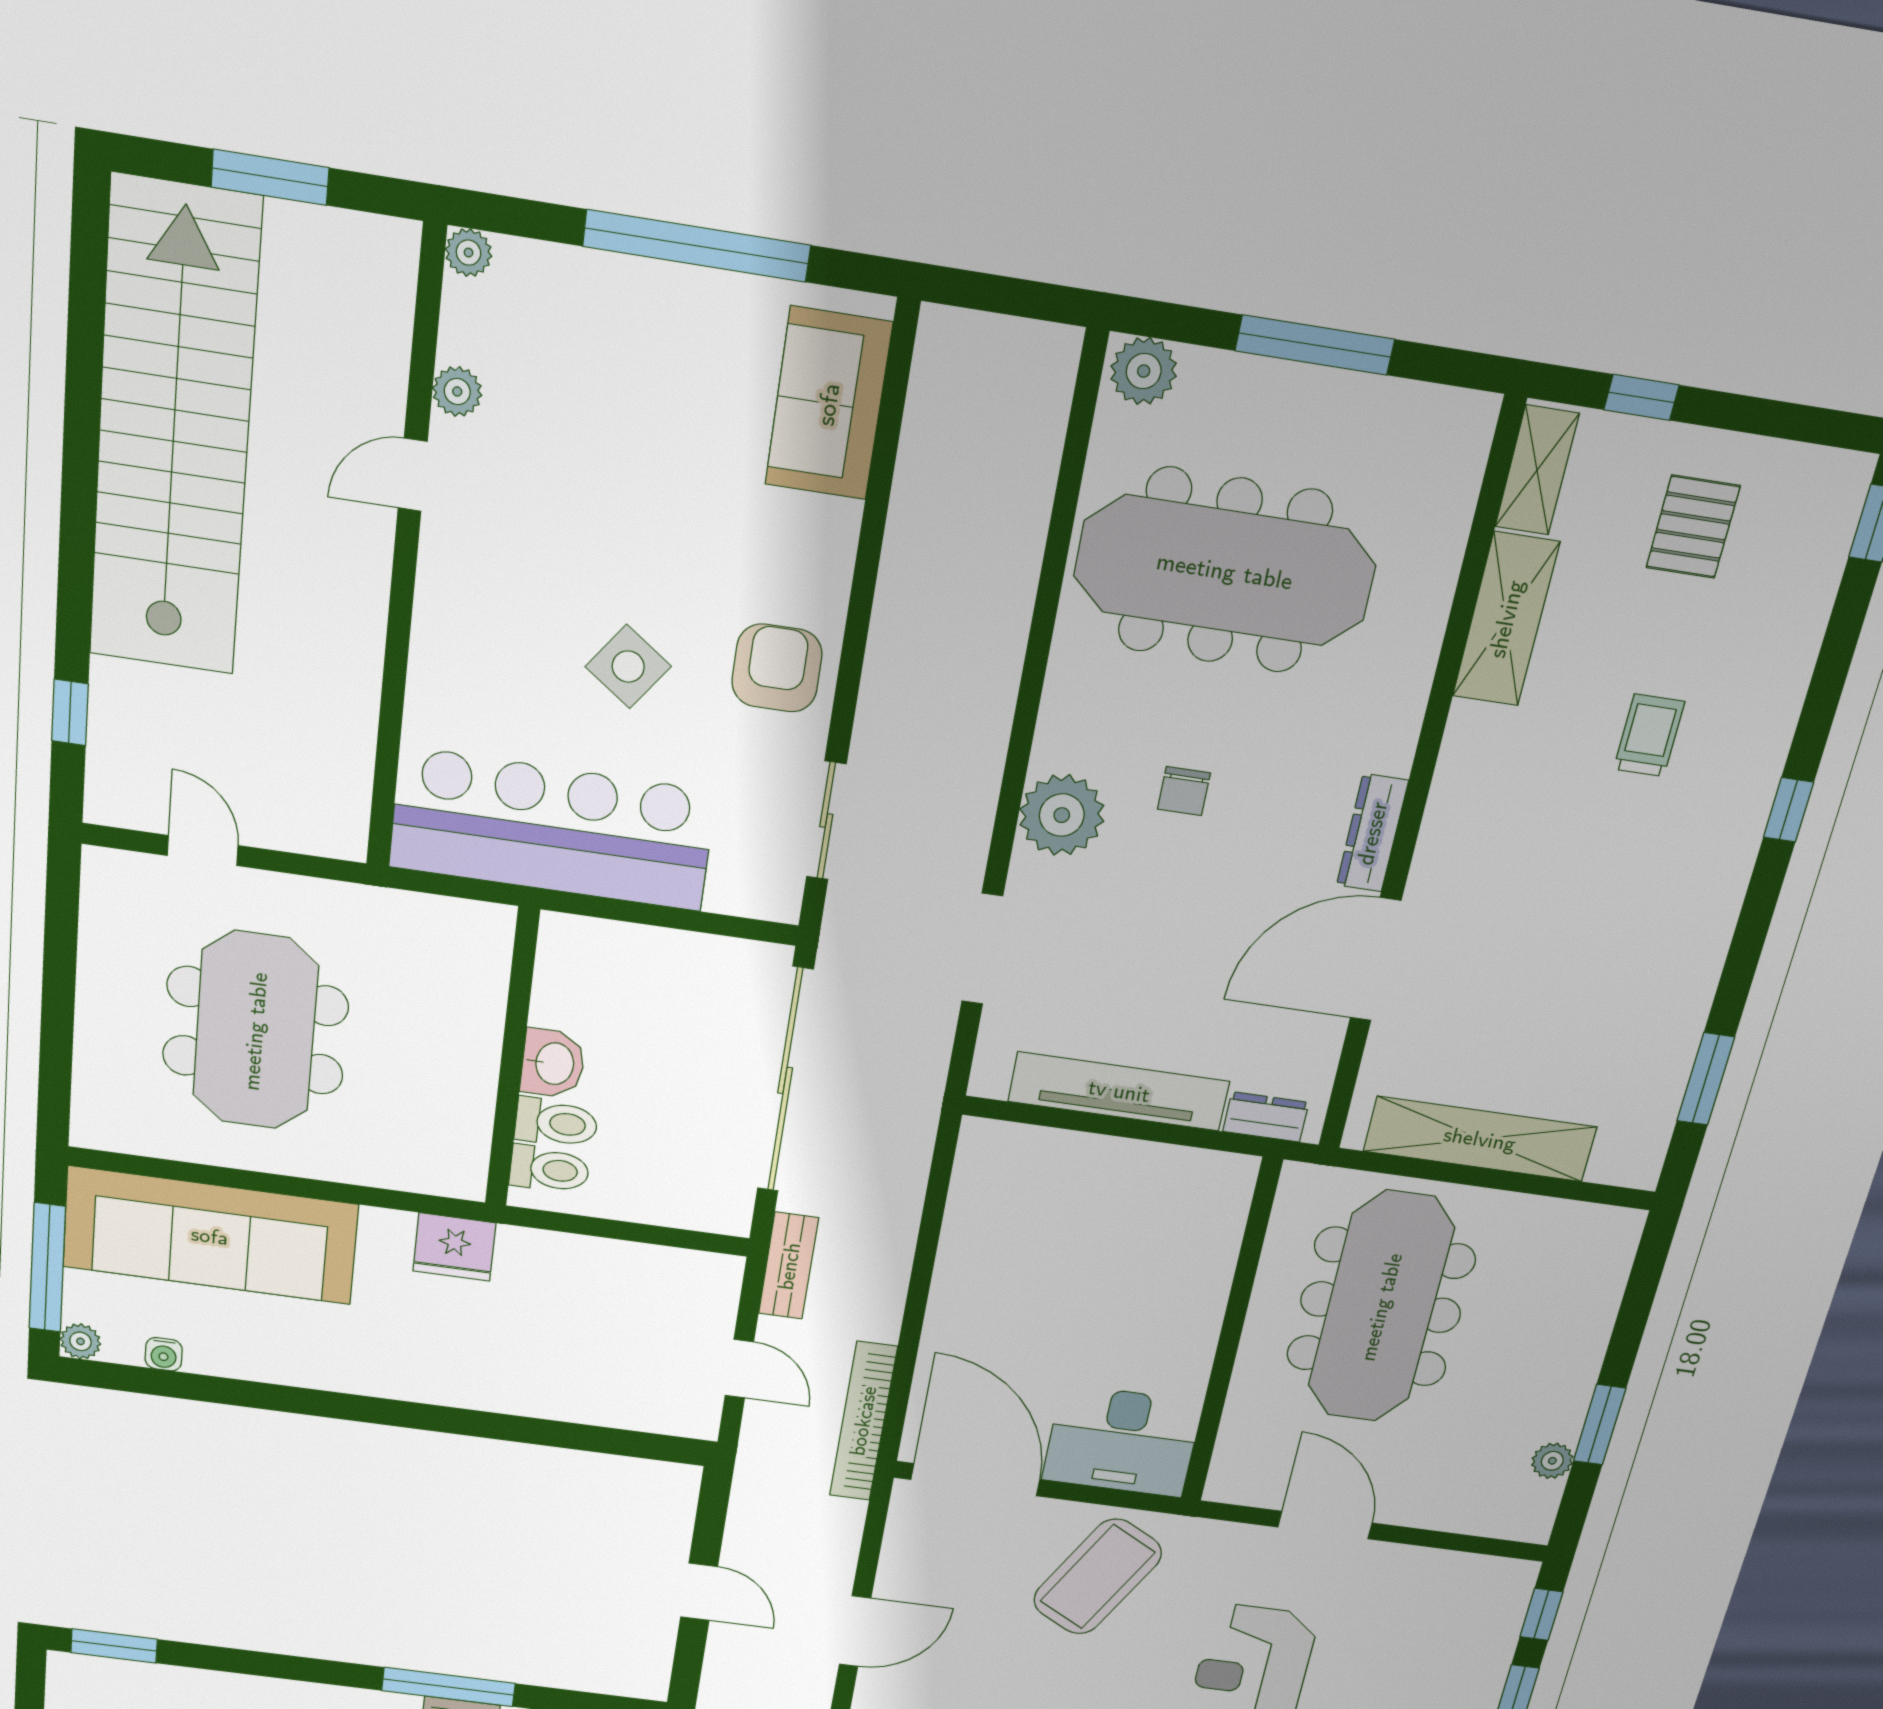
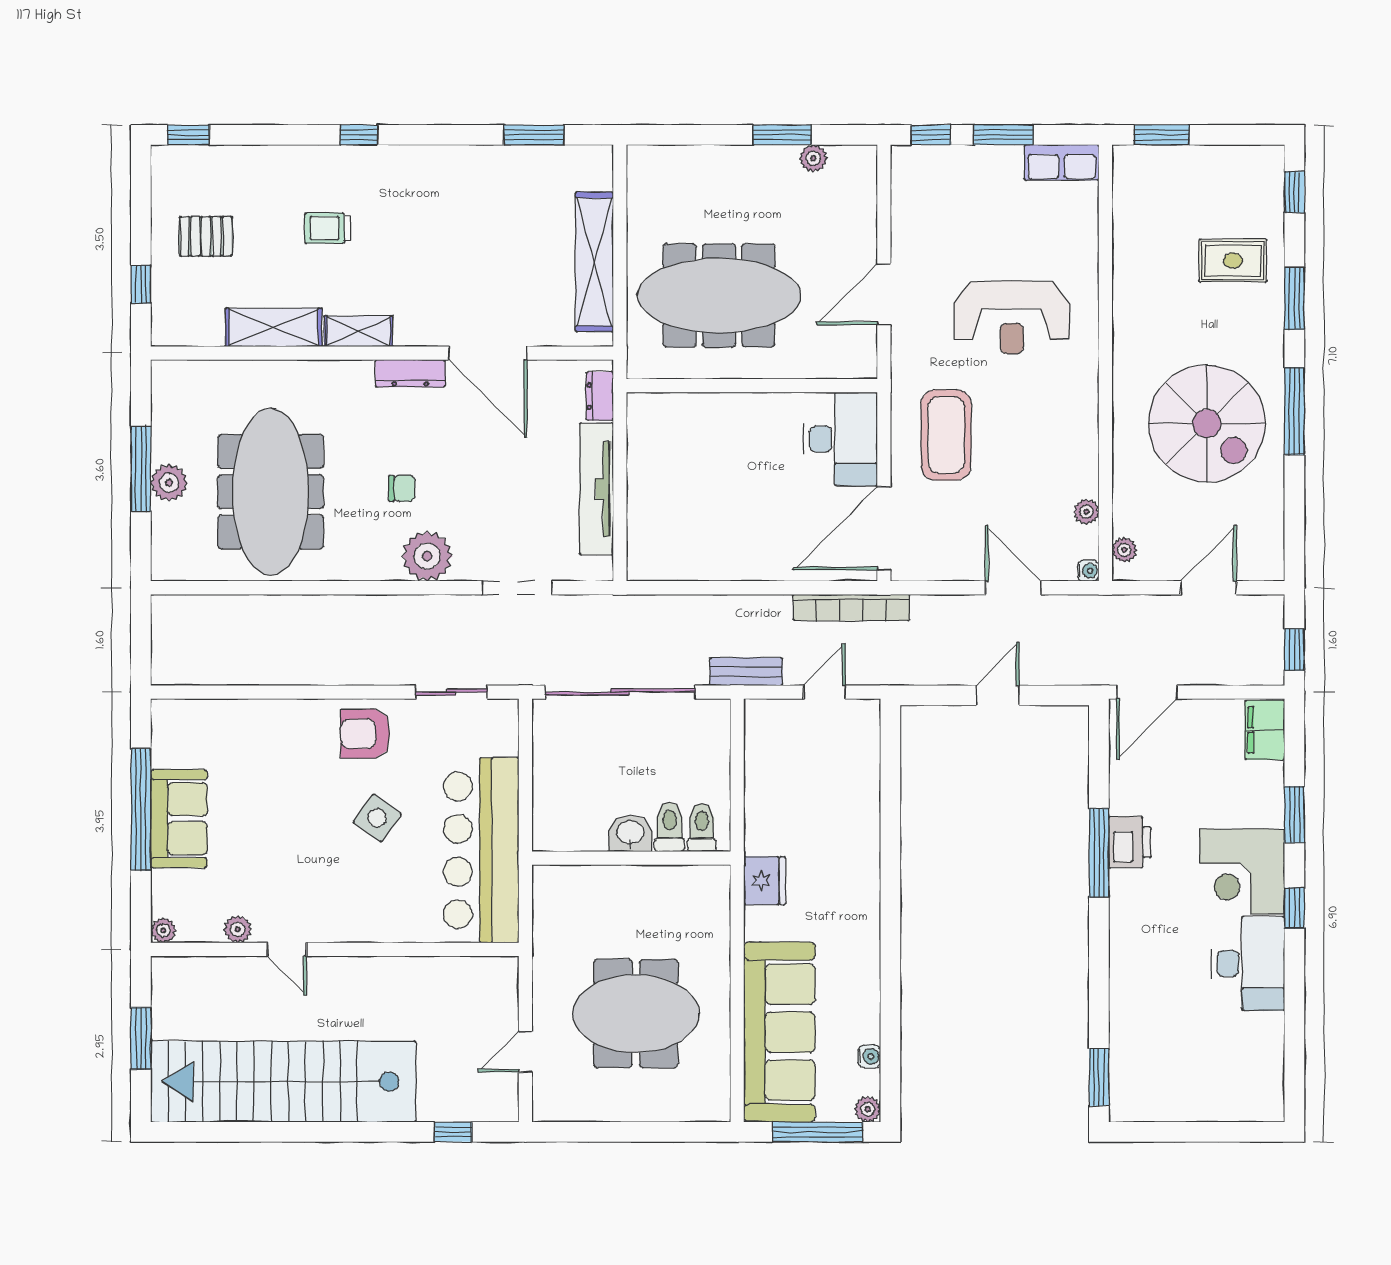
plant: (1144, 371) -> (169, 483), moved
sofa: (828, 404) -> (179, 819), moved, turned -90
shelving: (1537, 470) -> (359, 331), moved
coffee table: (1098, 1577) -> (946, 435), turned 61

